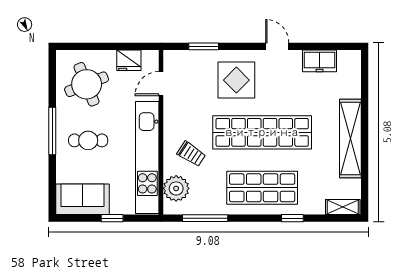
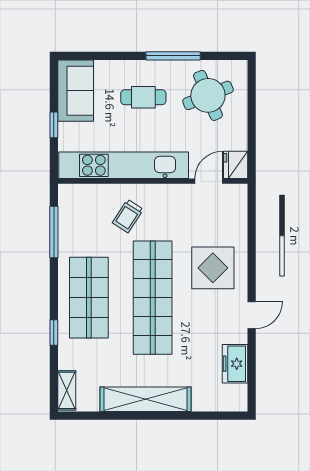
window: (204, 46) -> (252, 230), removed
fridge: (129, 60) -> (236, 165), moved
door: (161, 84) -> (209, 181), hinge flipped
window: (52, 131) -> (173, 56), moved
cafe table: (88, 140) -> (143, 97), turned 90
plant: (176, 188) -> (88, 199), removed

